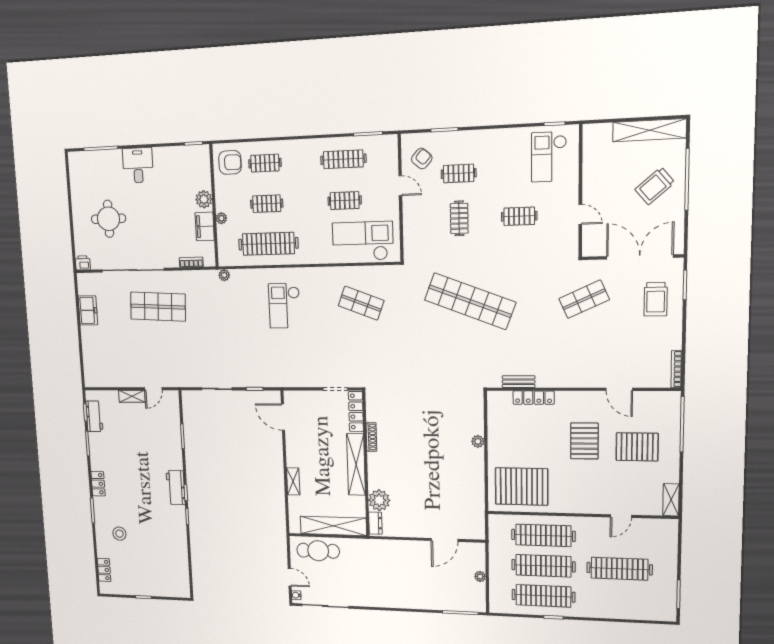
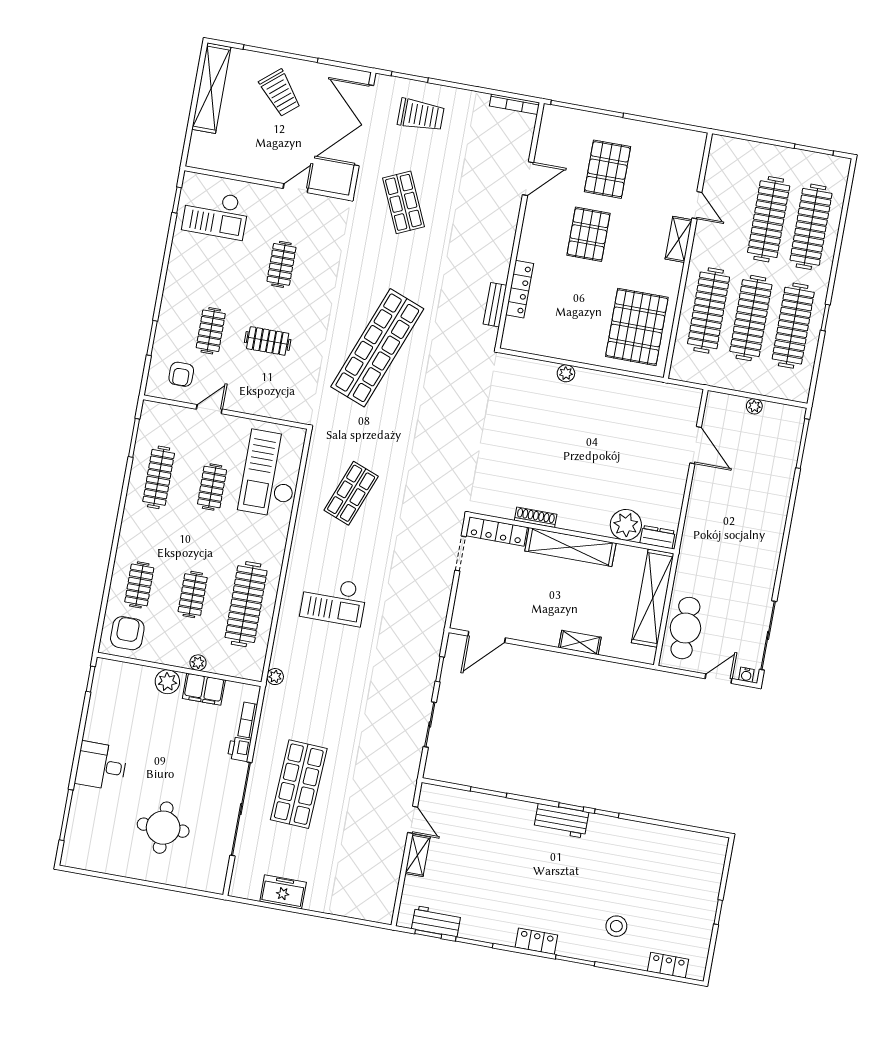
armchair: (422, 159) -> (181, 374), turned -131
printer: (83, 263) -> (239, 749), moved
pallet: (584, 441) -> (588, 234), turned 90
shelving: (671, 500) -> (679, 239), moved, turned 90
clothes rail: (619, 599) -> (811, 227), added

